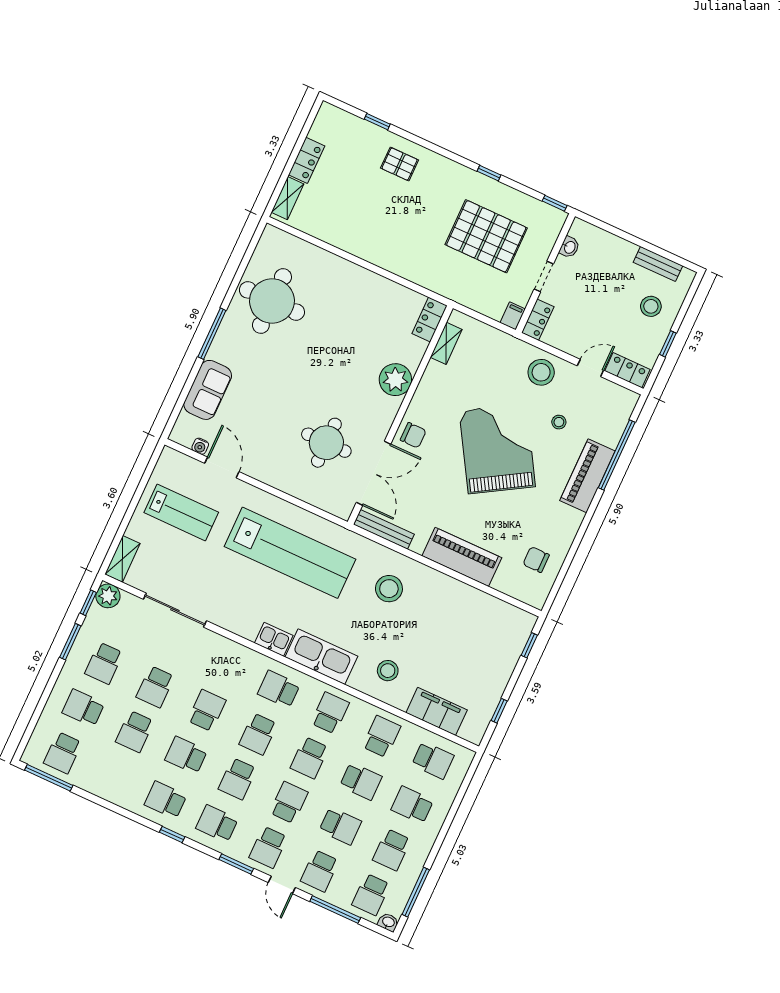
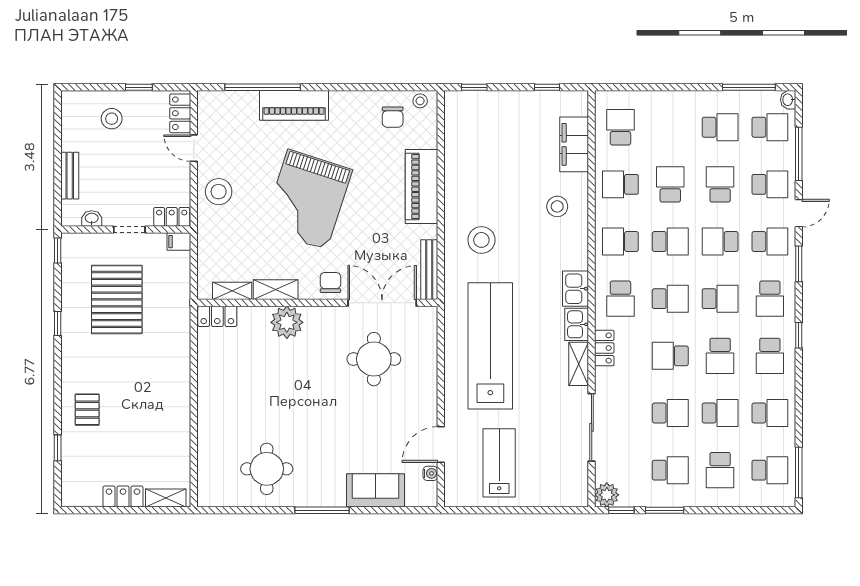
bench: (658, 264) -> (70, 176), moved
round table: (272, 301) -> (267, 469), width x0.73, depth x0.73
shelving: (429, 383) -> (276, 290), added
stool: (559, 422) -> (420, 101), moved
grand piano: (497, 449) -> (307, 200), turned -41
shelving: (122, 559) -> (579, 364), moved, turned 90
locker: (241, 654) -> (604, 348), added
kitchen sink: (321, 657) -> (576, 289), width x0.53, depth x0.81
school desk: (412, 805) -> (770, 413), moved, turned -90

